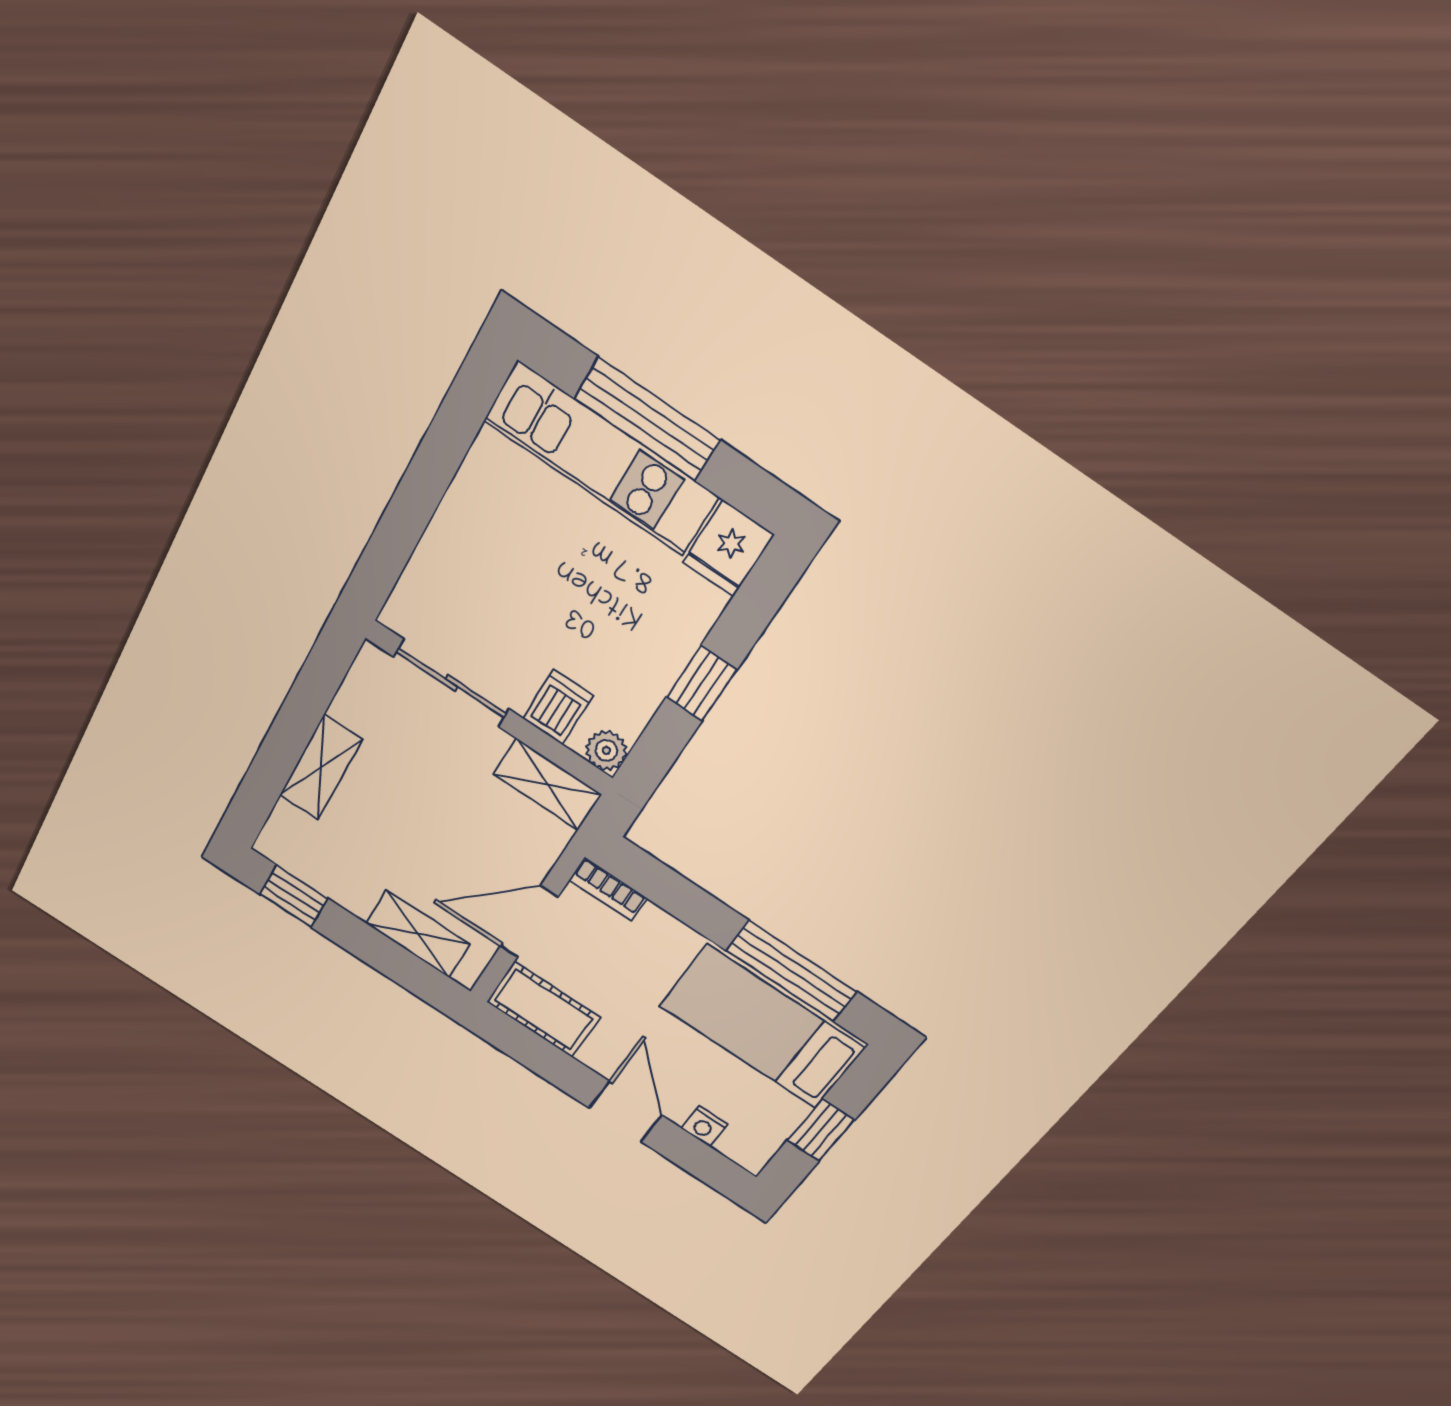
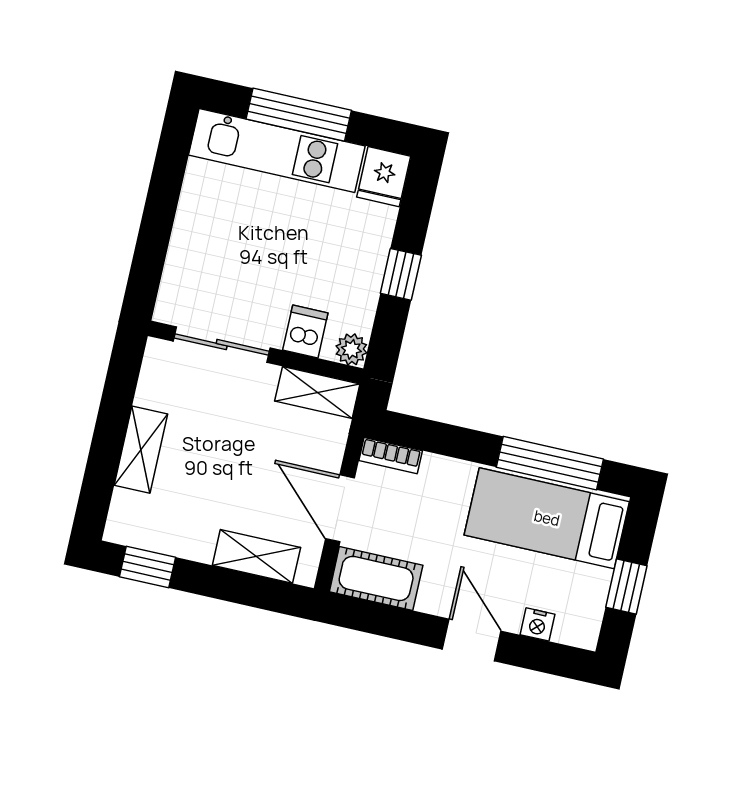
door: (529, 922) -> (340, 508), hinge flipped

